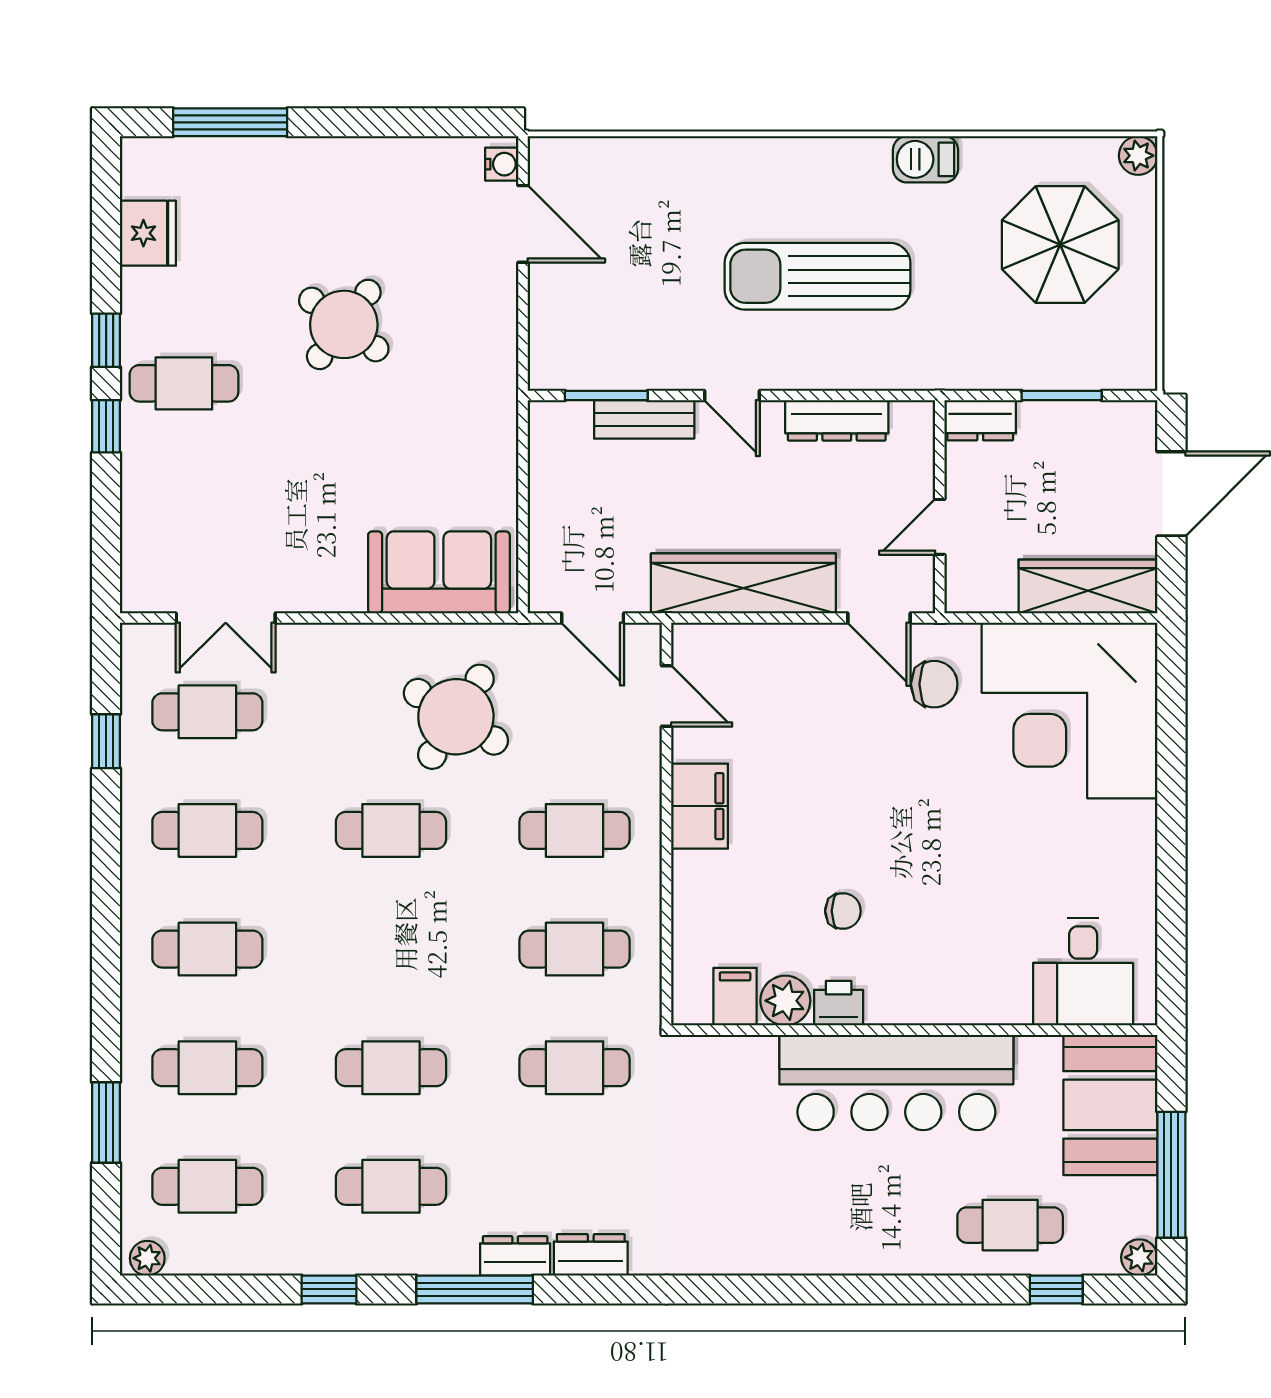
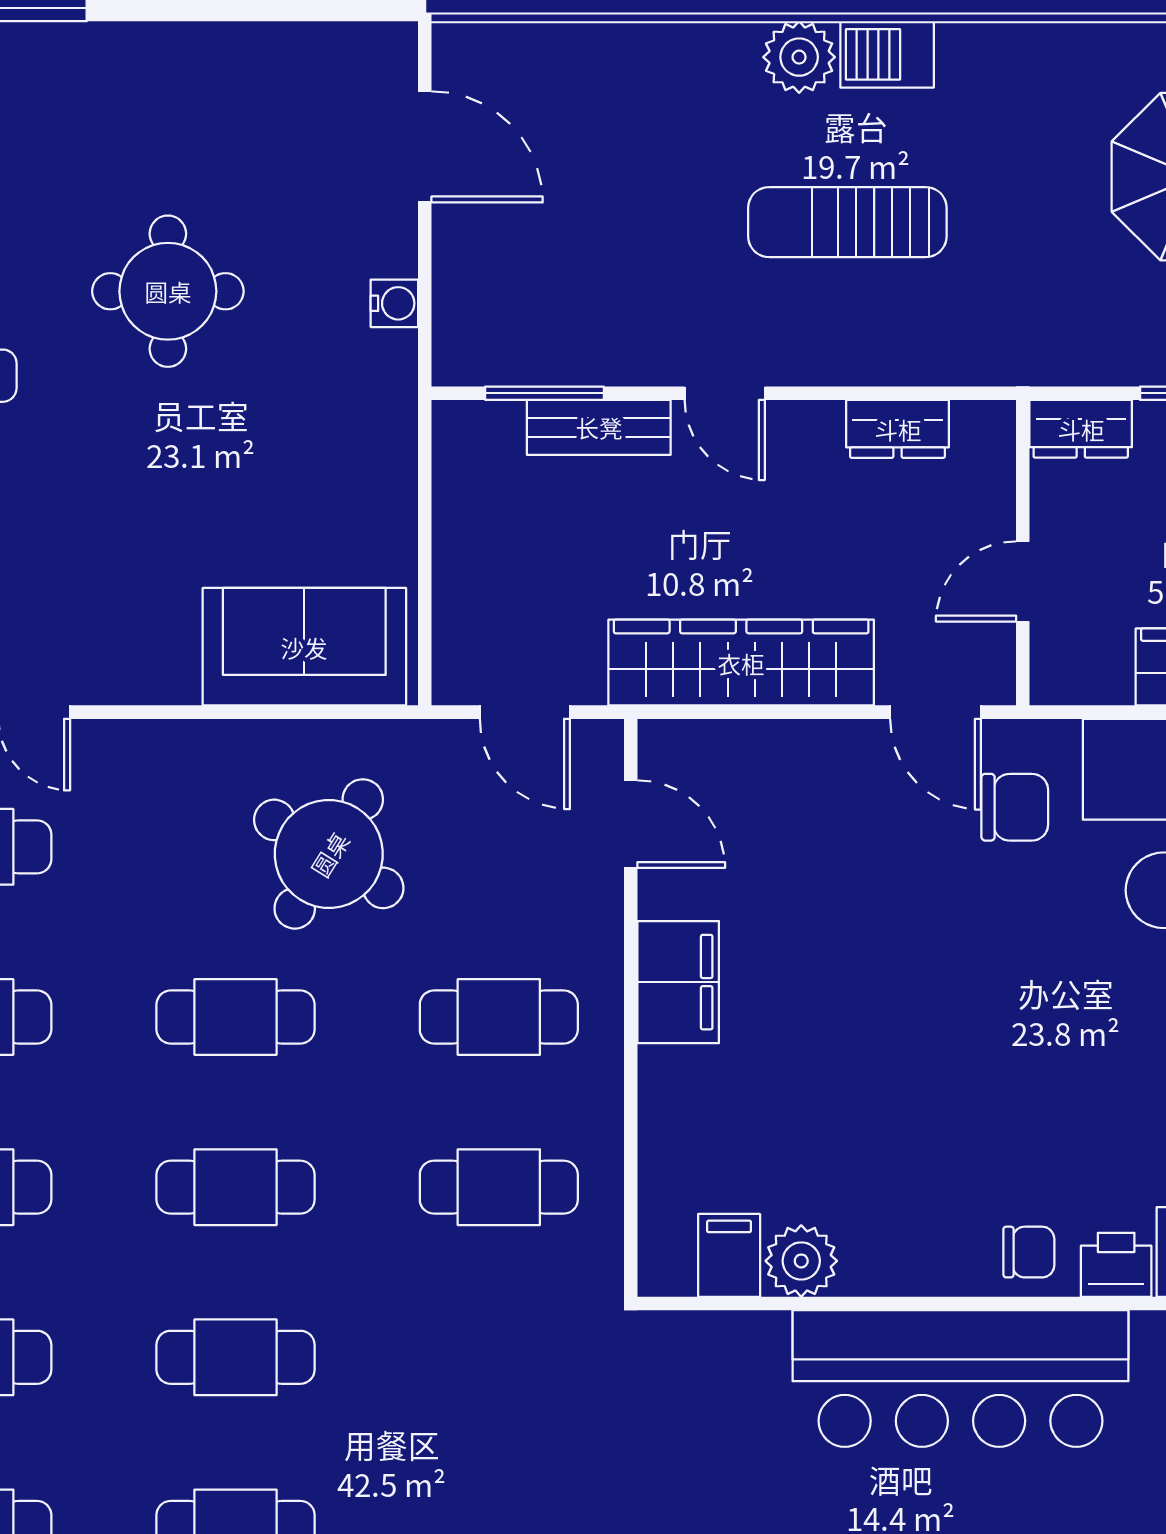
barbecue: (926, 159) -> (887, 54), moved
plant: (784, 161) -> (799, 57), added
water cooler: (502, 164) -> (394, 303), moved
sun lounger: (818, 276) -> (847, 222), width x0.73, depth x0.75
round table: (344, 324) -> (168, 291), turned -37
dresser: (837, 420) -> (898, 429), width x0.70
chair: (843, 911) -> (1029, 1252), moved
printer: (839, 1003) -> (1116, 1265), moved
cafe table: (575, 1068) -> (236, 1187), moved

